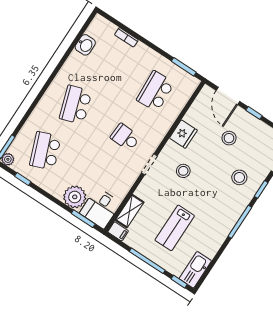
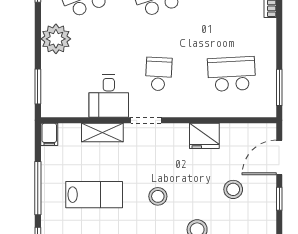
stool: (183, 171) -> (158, 196), moved
plant: (75, 197) -> (56, 39), moved
desk: (100, 208) -> (109, 96), moved, turned -90
shelving: (130, 211) -> (102, 133), moved
lab bench: (175, 228) -> (94, 195), turned 180

